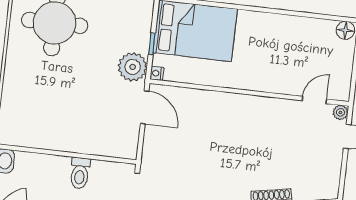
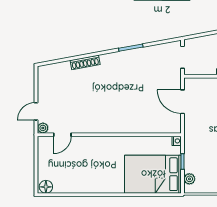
plant: (133, 67) -> (189, 179), moved, width x0.53, depth x0.53
door: (145, 107) -> (183, 102), moved

